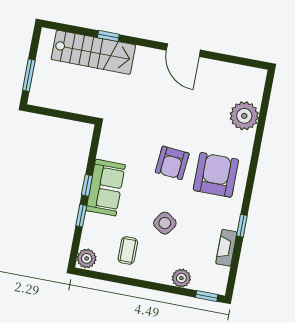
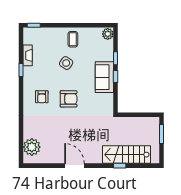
plant: (244, 116) -> (32, 147), moved
armchair: (172, 163) -> (69, 99), turned 85
armchair: (216, 175) -> (42, 97), width x0.53, depth x0.53
coffee table: (128, 250) -> (73, 39), moved
plant: (181, 278) -> (51, 33), removed

